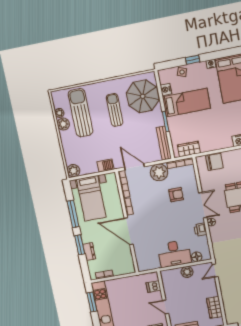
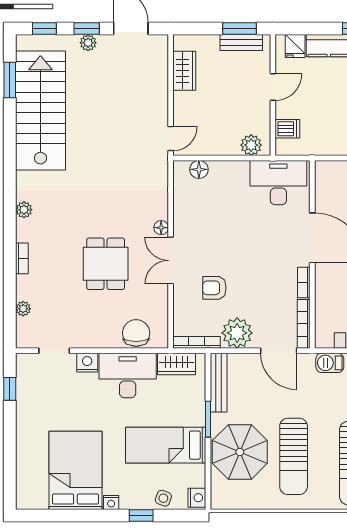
nightstand: (166, 89) -> (197, 498), moved
parasol: (143, 96) -> (240, 452), moved
sun lounger: (115, 110) -> (294, 456), width x1.36, depth x1.34
desk: (215, 138) -> (128, 375), added
chair: (214, 162) -> (136, 333), turned 90
printer: (200, 230) -> (183, 218), removed
desk: (174, 254) -> (278, 183), moved
plant: (187, 272) -> (251, 145), moved
door: (166, 307) -> (273, 87), hinge flipped

